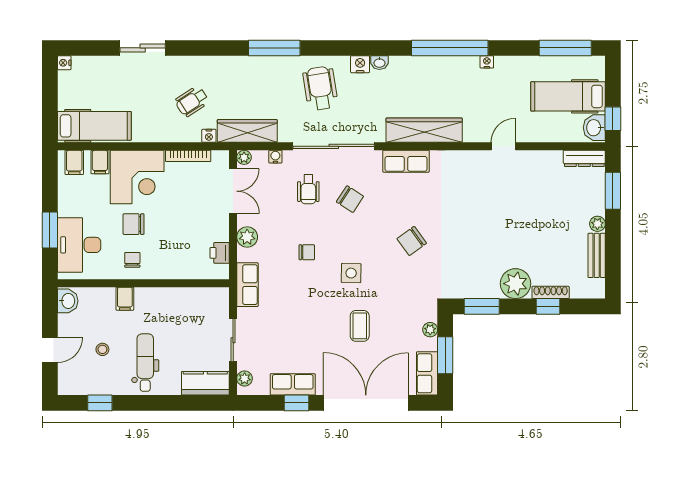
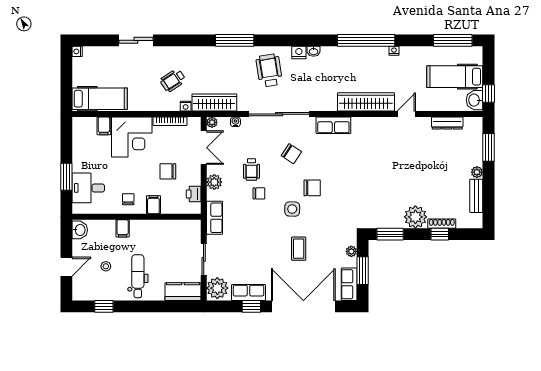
wardrobe: (424, 130) -> (366, 102), moved
dresser: (584, 158) -> (447, 123), moved
filing cabinet: (74, 162) -> (153, 205), moved, turned 180
wheelchair: (308, 189) -> (251, 169), moved
chair: (134, 224) -> (168, 171), moved
chair: (412, 241) -> (312, 188), moved, turned -144
desk: (79, 245) -> (88, 188), width x0.73
plant: (245, 379) -> (217, 288), width x1.88, depth x1.88

